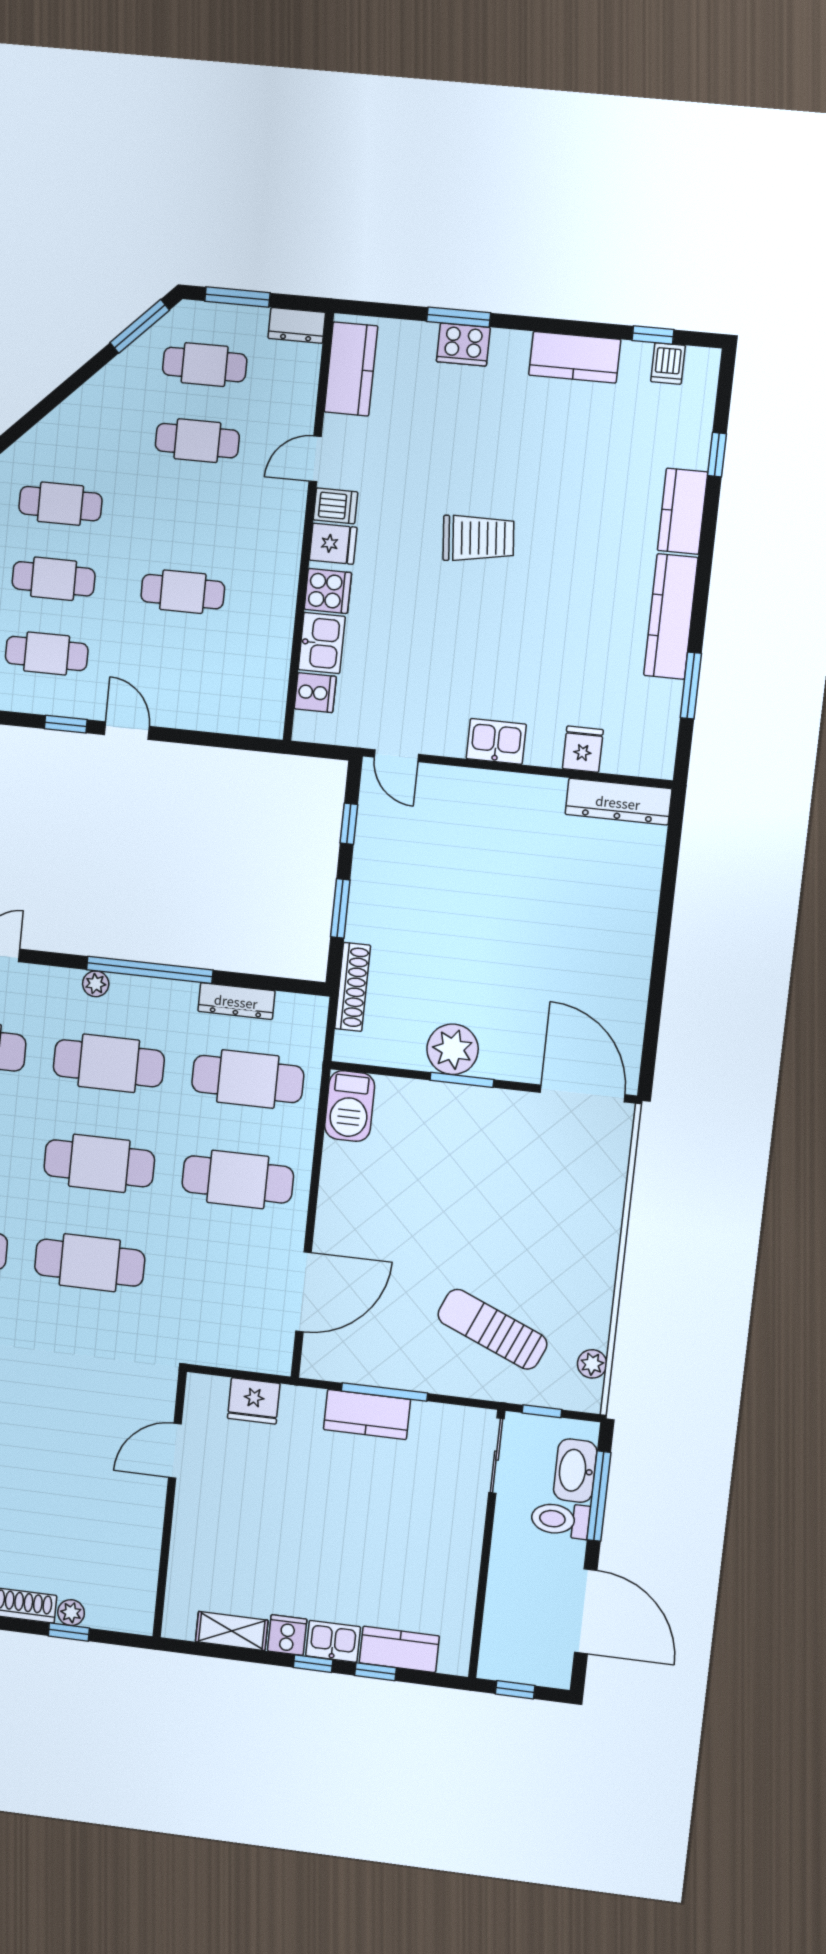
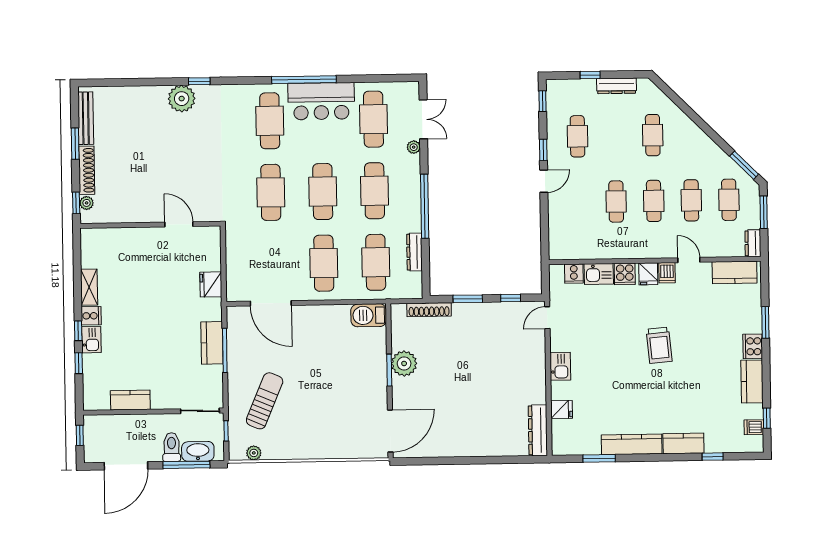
cooker: (463, 345) -> (753, 346), moved
cafe table: (54, 579) -> (654, 201), moved
plant: (96, 984) -> (414, 147), moved
door: (175, 1451) -> (179, 224), moved
wall: (170, 1505) -> (150, 225), moved
kitchen counter: (399, 1649) -> (130, 400), moved, turned -90

